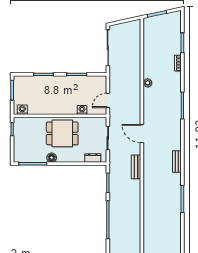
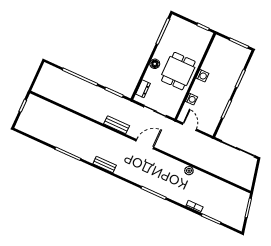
washing machine: (22, 110) -> (202, 76), moved
floor lamp: (52, 158) -> (155, 64), moved

